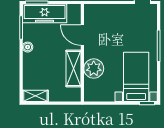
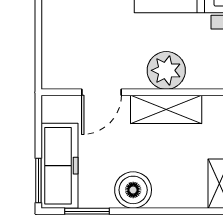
boiler: (28, 47) -> (133, 190), width x1.86, depth x1.86

